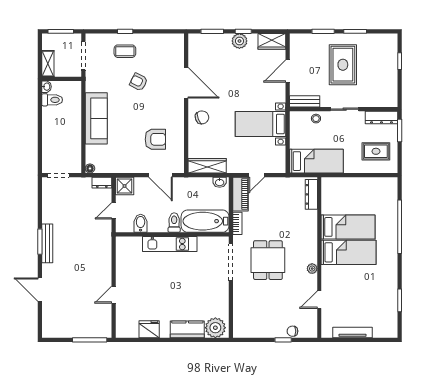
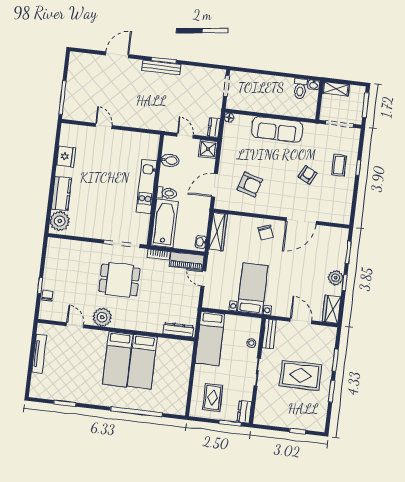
dresser: (381, 117) -> (244, 412), width x0.70
armchair: (155, 139) -> (250, 184), turned -73
plant: (312, 269) -> (102, 317), width x1.88, depth x1.88

